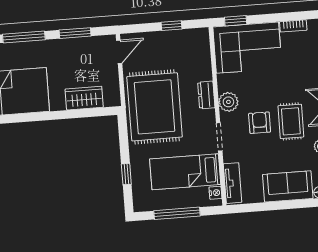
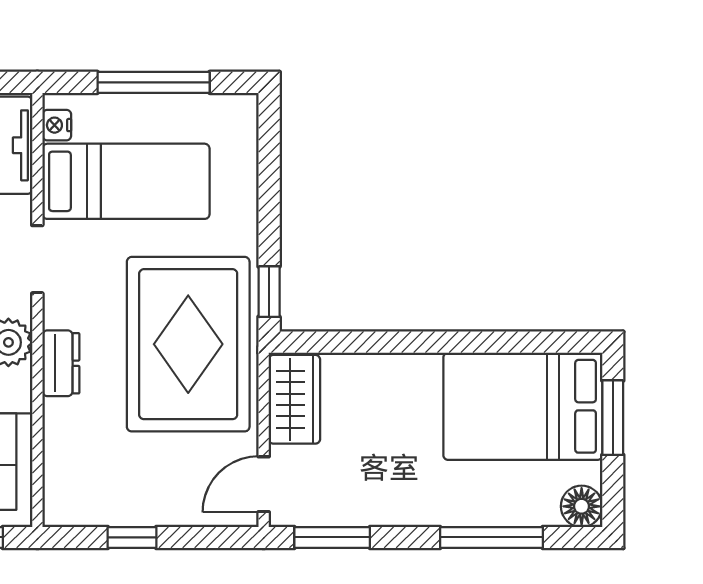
window: (75, 33) -> (332, 537), moved
wardrobe: (84, 98) -> (294, 399), moved, turned -90
window: (126, 174) -> (269, 292), moved

